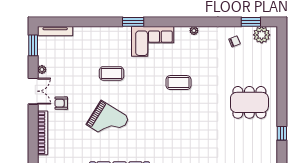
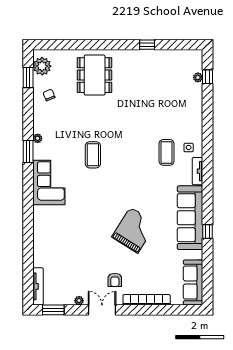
window: (133, 22) -> (28, 152), moved
coffee table: (111, 73) -> (167, 152), moved
dining table: (249, 102) -> (95, 75), moved

